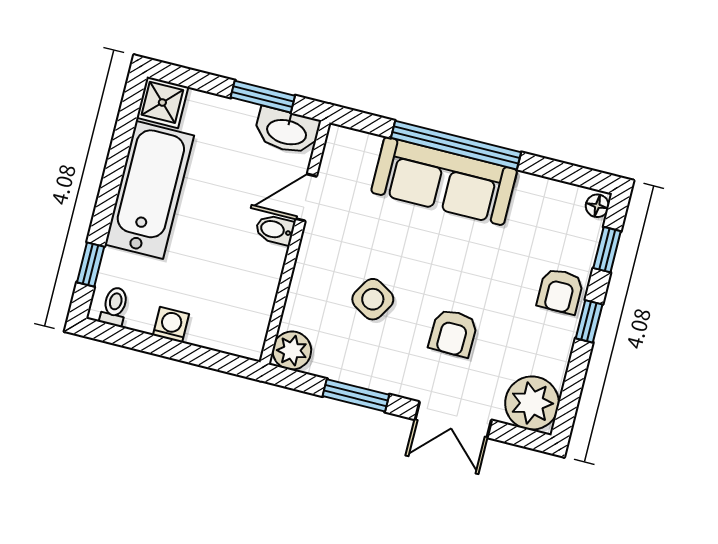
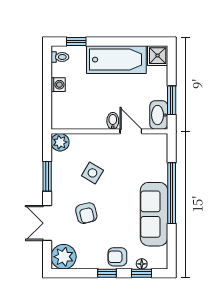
sofa: (444, 181) -> (154, 214), moved
floor lamp: (597, 206) -> (142, 264), moved
armchair: (453, 333) -> (86, 213), turned -105

